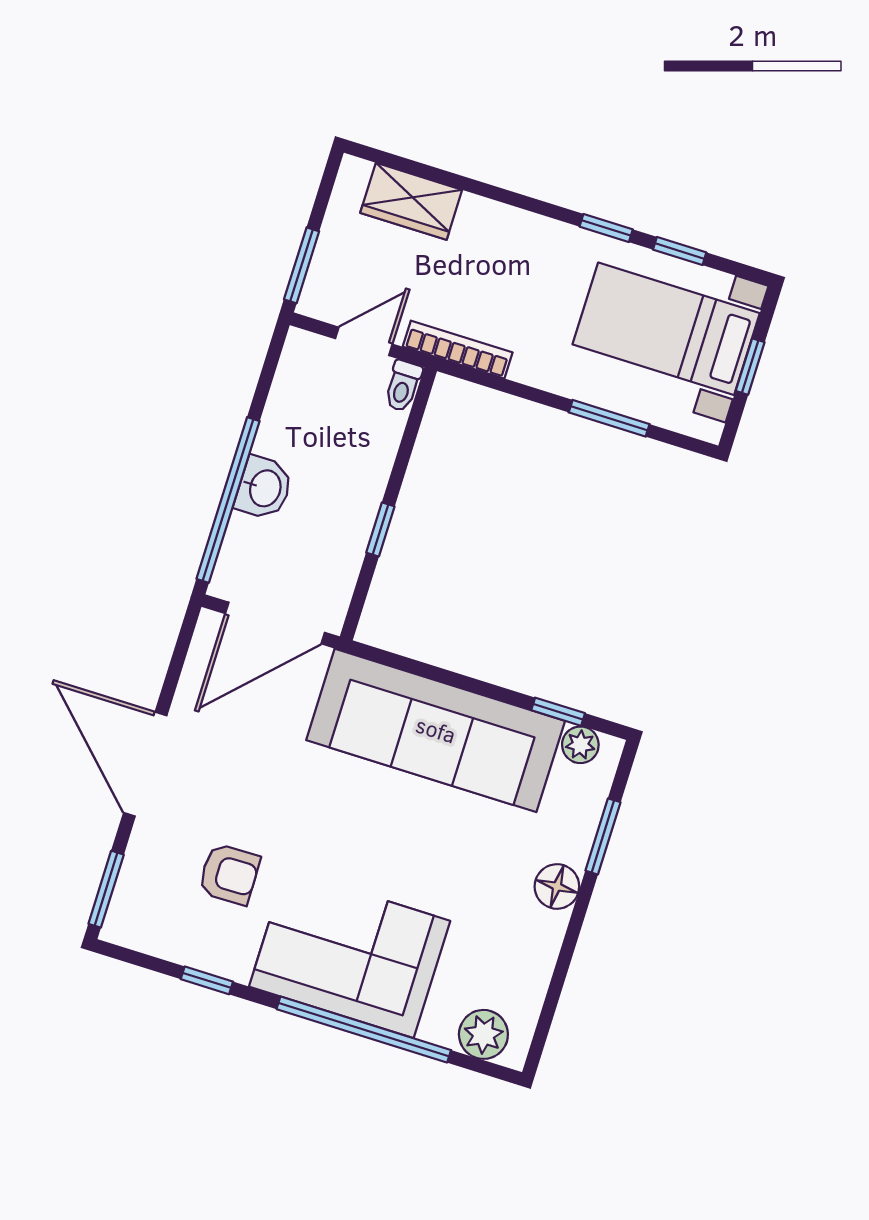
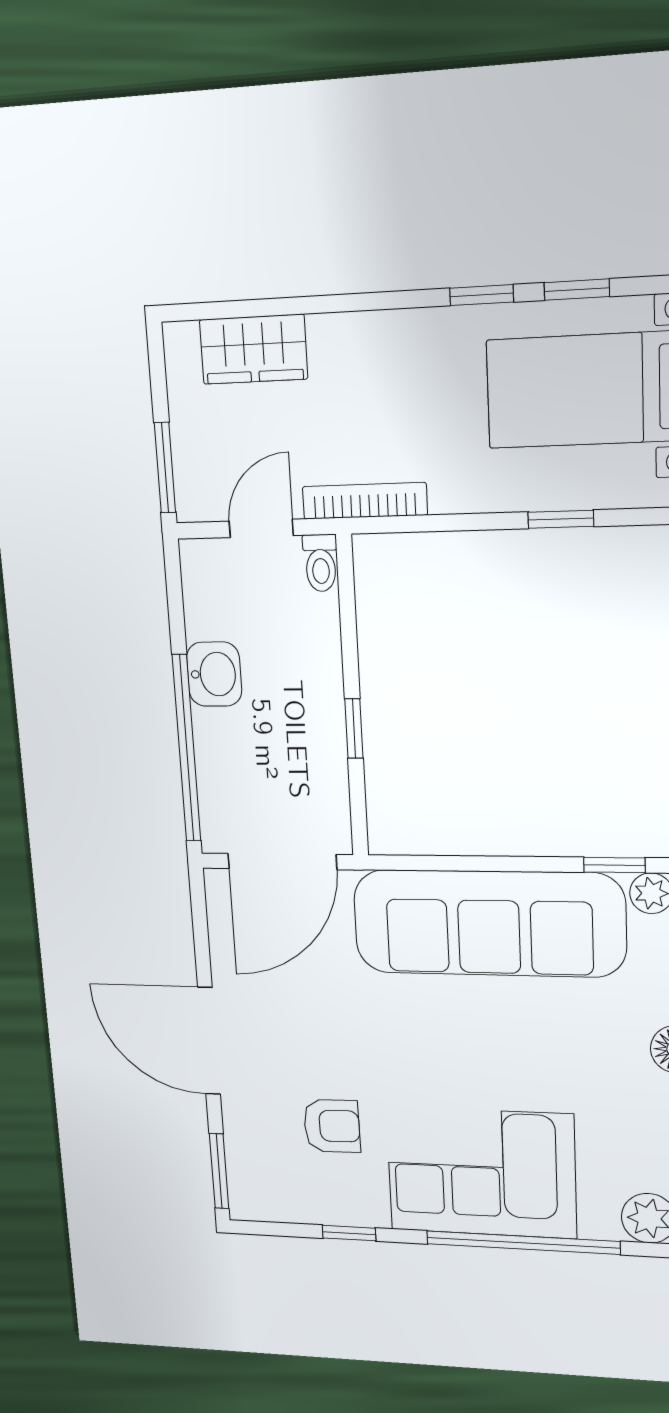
window: (609, 418) -> (561, 519), width x0.67
washbasin: (264, 488) -> (214, 674), moved

